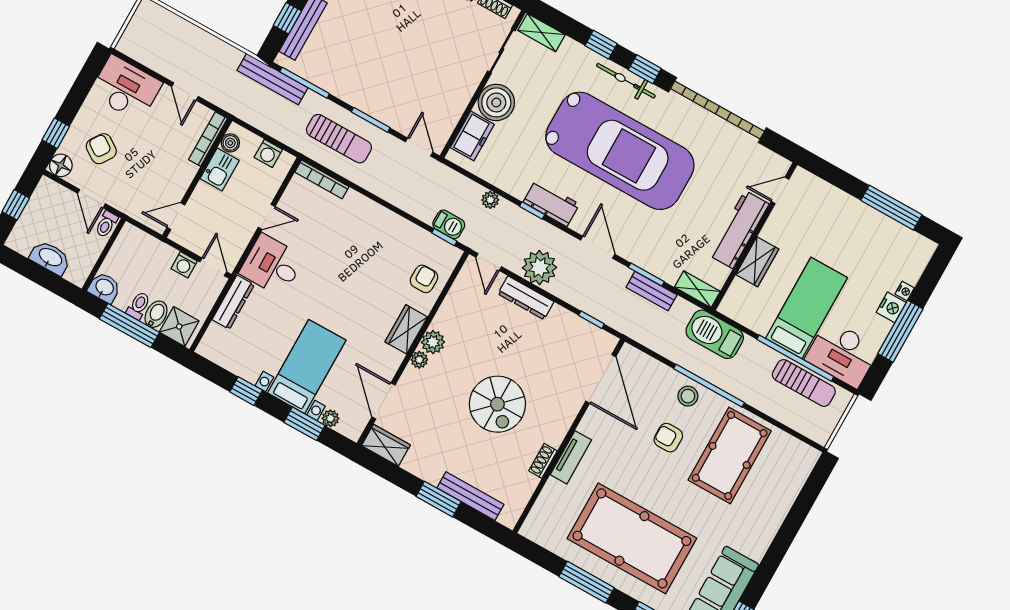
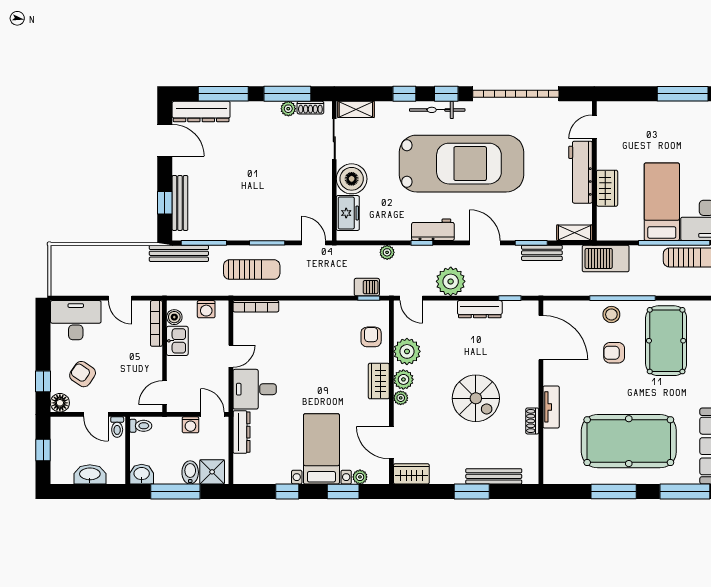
dresser: (526, 298) -> (480, 309), moved
toilet: (138, 306) -> (141, 426), moved, turned 90
plant: (453, 315) -> (407, 351), added

